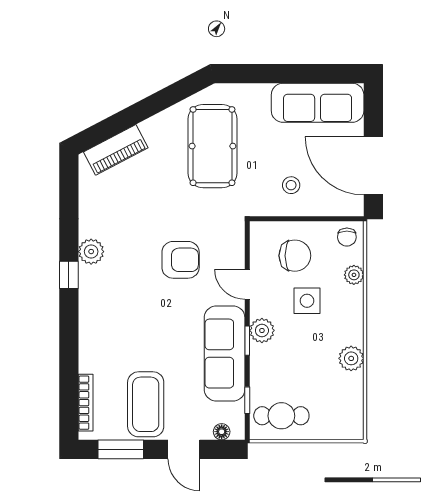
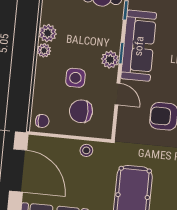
stool: (291, 185) -> (86, 150), moved
chair: (347, 237) -> (42, 121), turned 90
plant: (354, 275) -> (44, 50), moved

